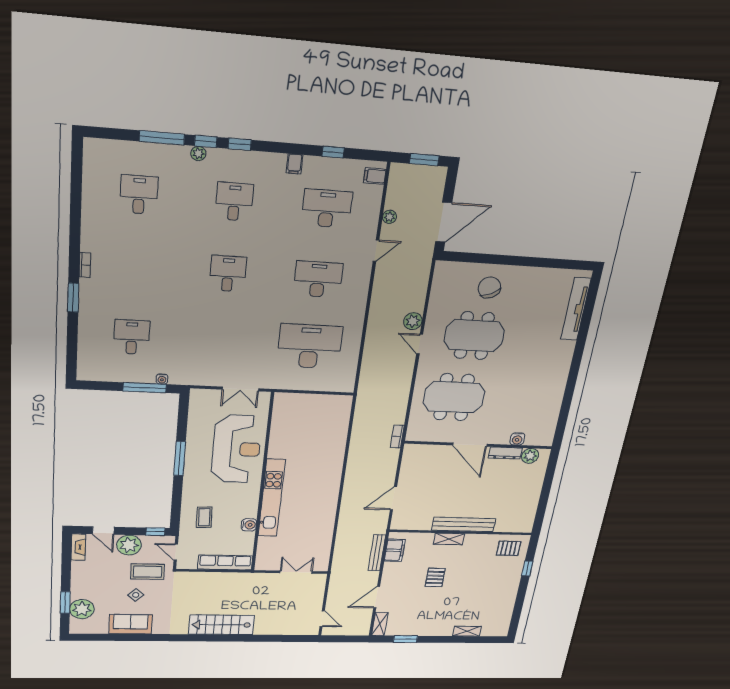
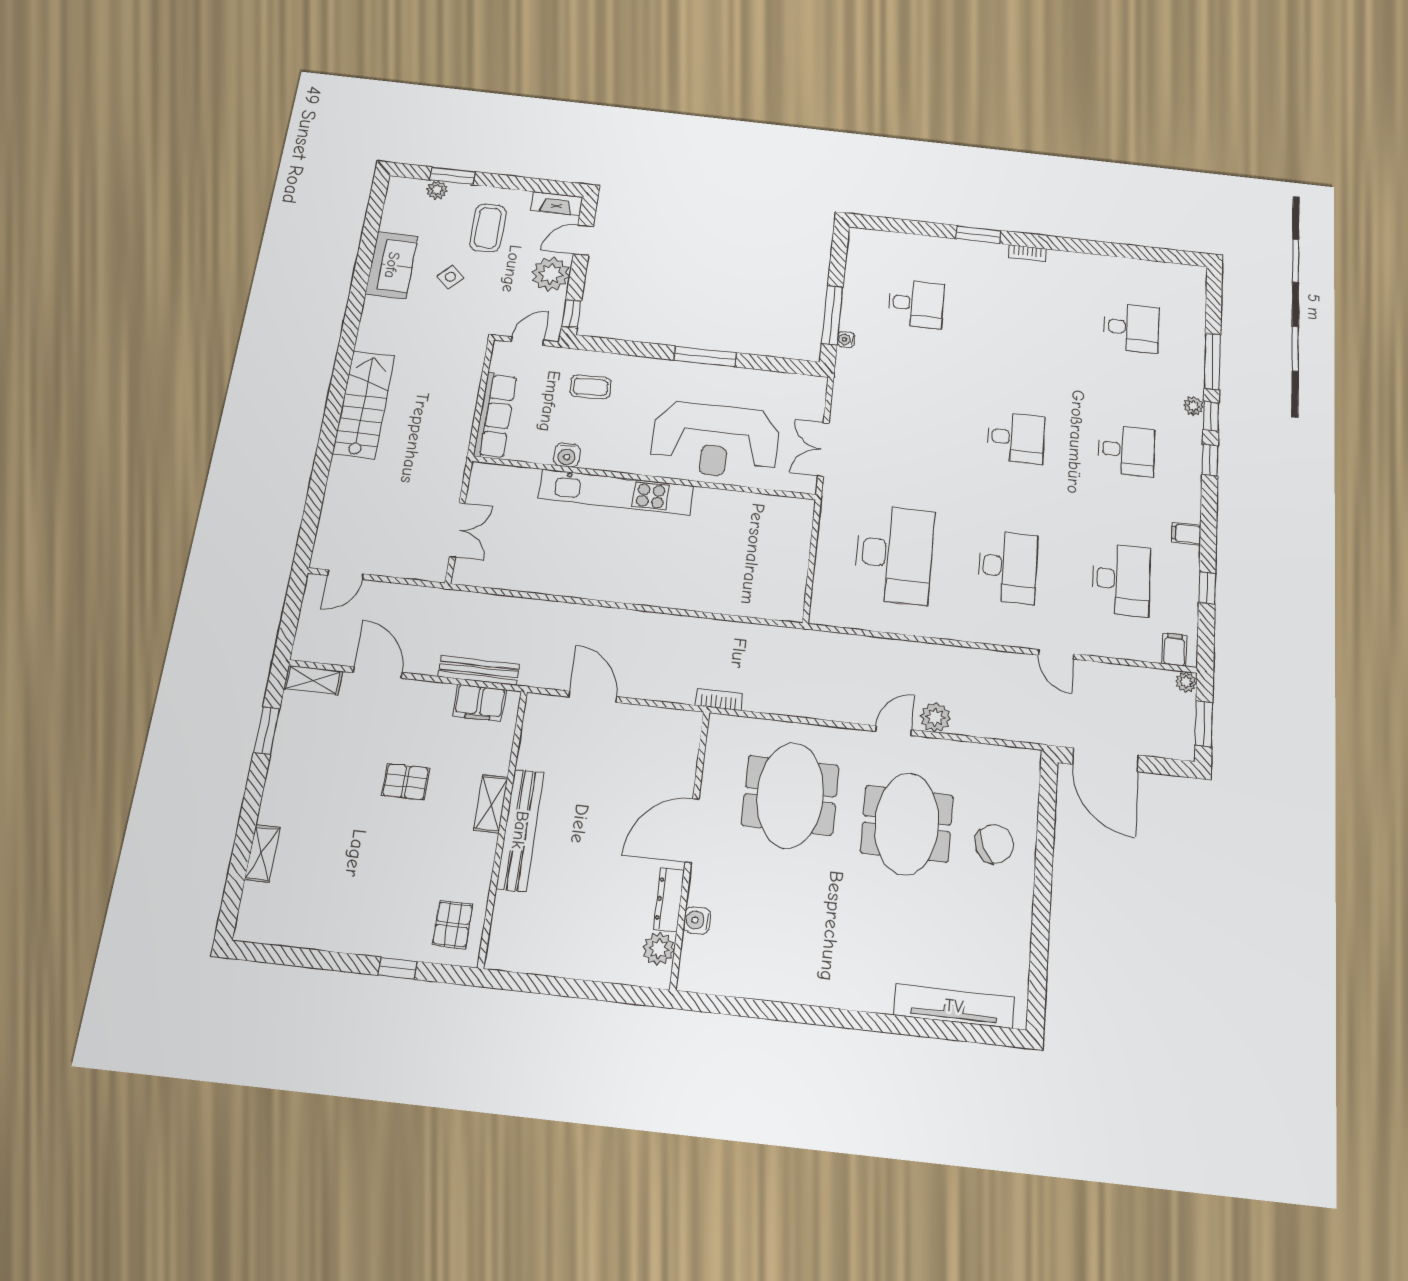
plant: (390, 217) -> (1186, 682), moved
coffee table: (147, 572) -> (488, 228), moved
plant: (82, 609) -> (437, 190), width x0.53, depth x0.53

